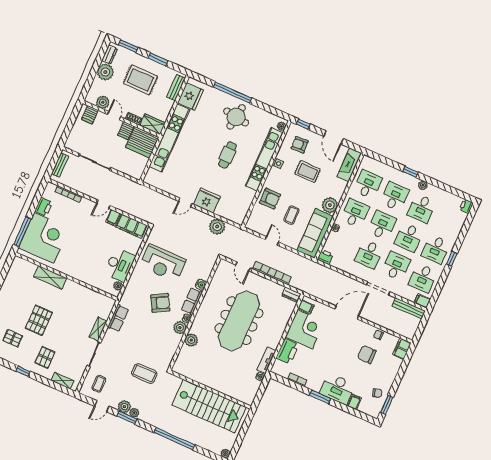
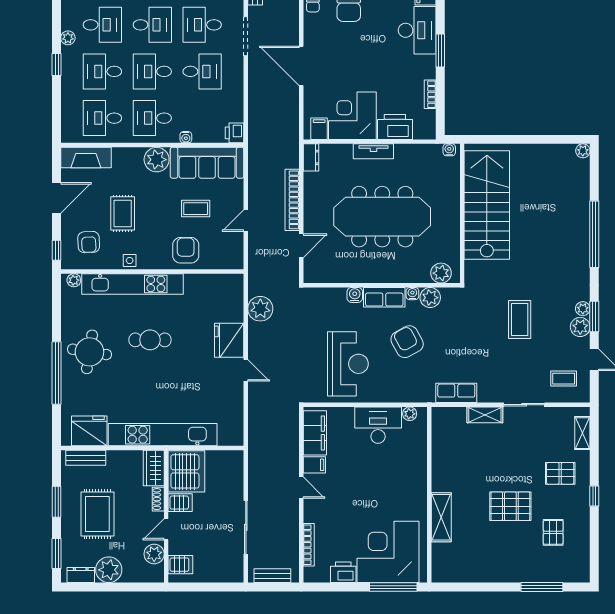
tv unit: (266, 360) -> (373, 151), moved
wall: (210, 390) -> (462, 213), moved
stairs: (209, 406) -> (487, 205), moved

